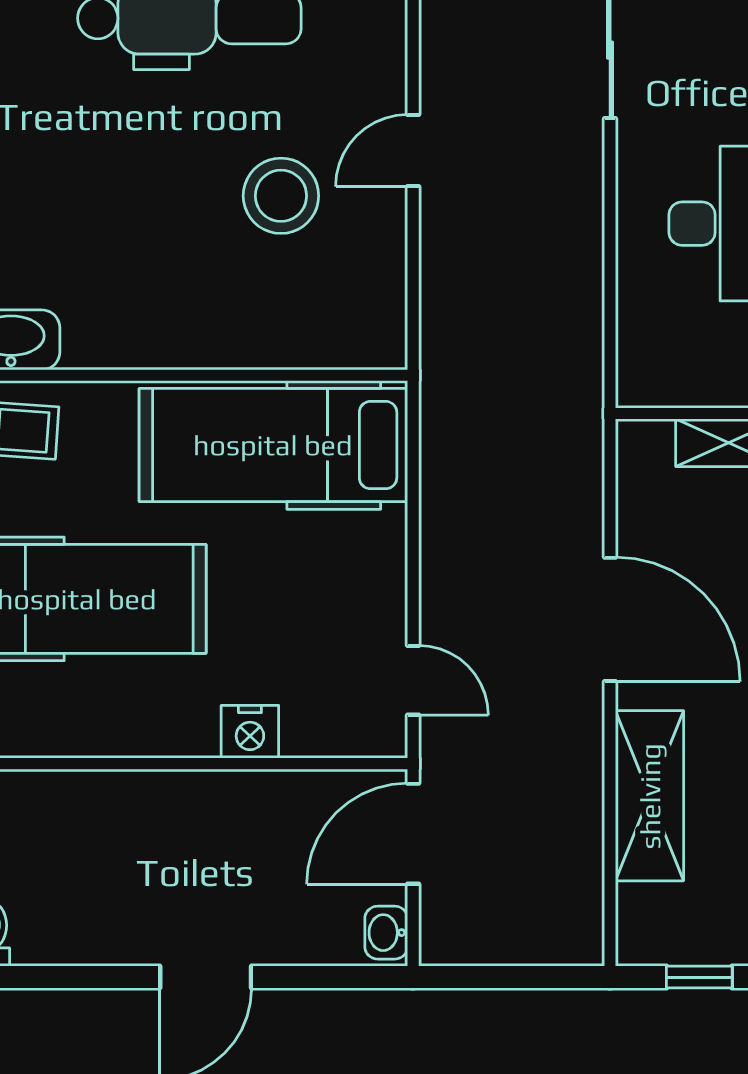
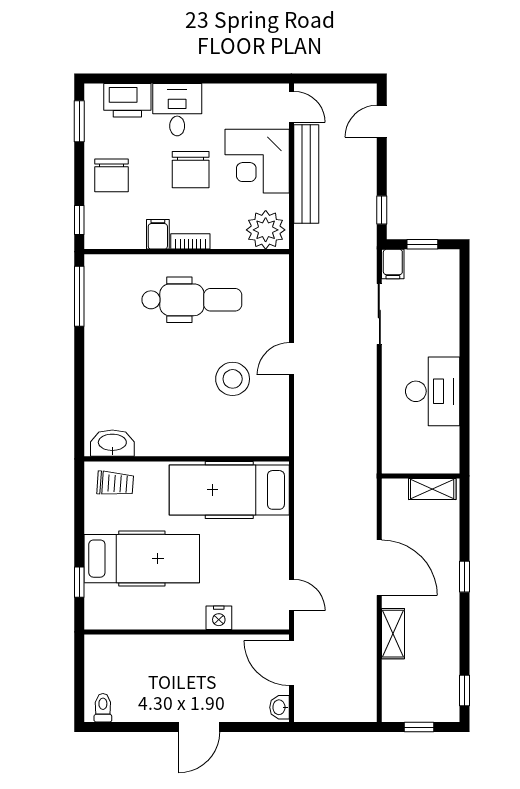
shelving: (650, 796) -> (393, 634), width x0.67, depth x0.75
door: (413, 834) -> (291, 663), hinge flipped

